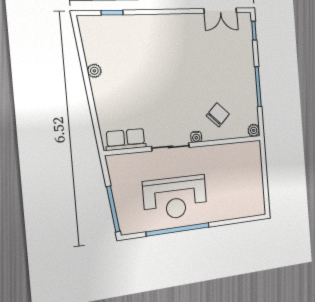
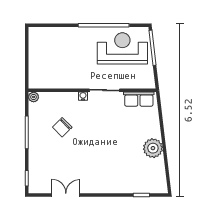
double door: (220, 11) -> (66, 195), moved
plant: (94, 71) -> (153, 148), width x1.88, depth x1.88
chair: (218, 115) -> (62, 127), moved
reception desk: (175, 198) -> (122, 48), moved

